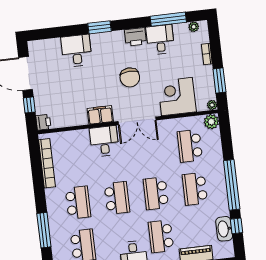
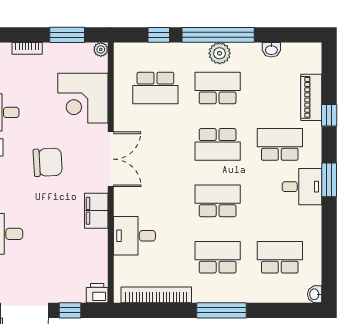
plant: (211, 122) -> (220, 53), moved
desk: (104, 141) -> (134, 236), moved
school desk: (195, 189) -> (218, 88), turned 180
window: (237, 226) -> (159, 35), moved
washbasin: (224, 229) -> (271, 50), width x0.52, depth x0.69
window: (44, 230) -> (221, 310), moved
school desk: (161, 236) -> (280, 144), turned 180

